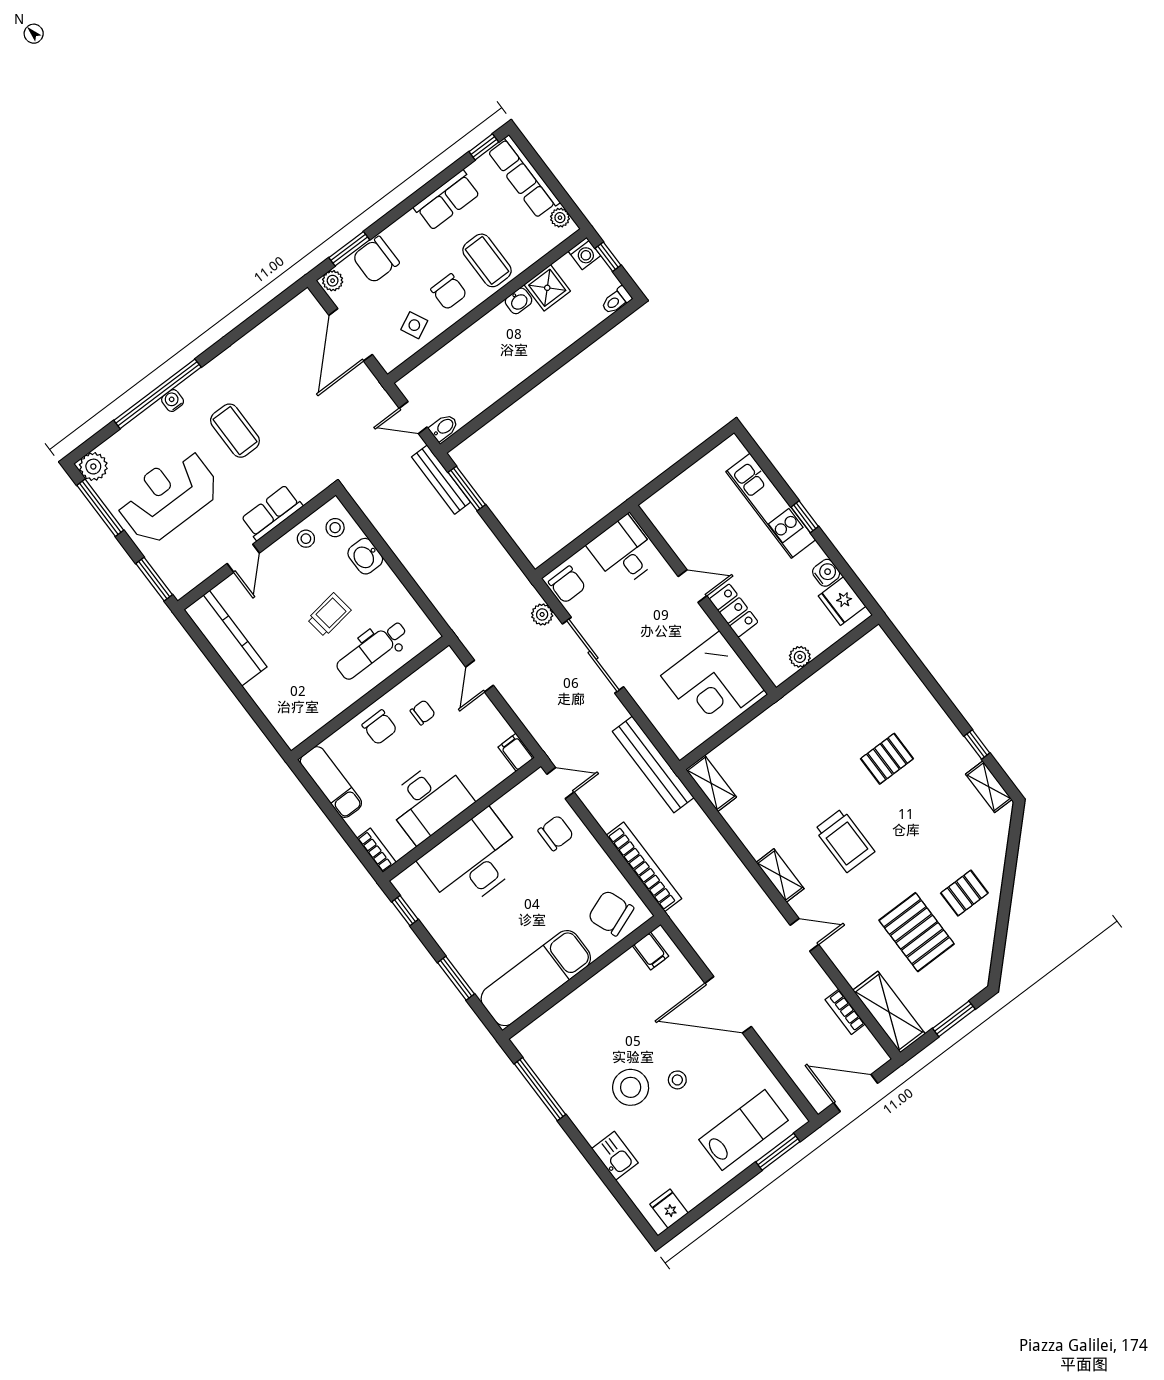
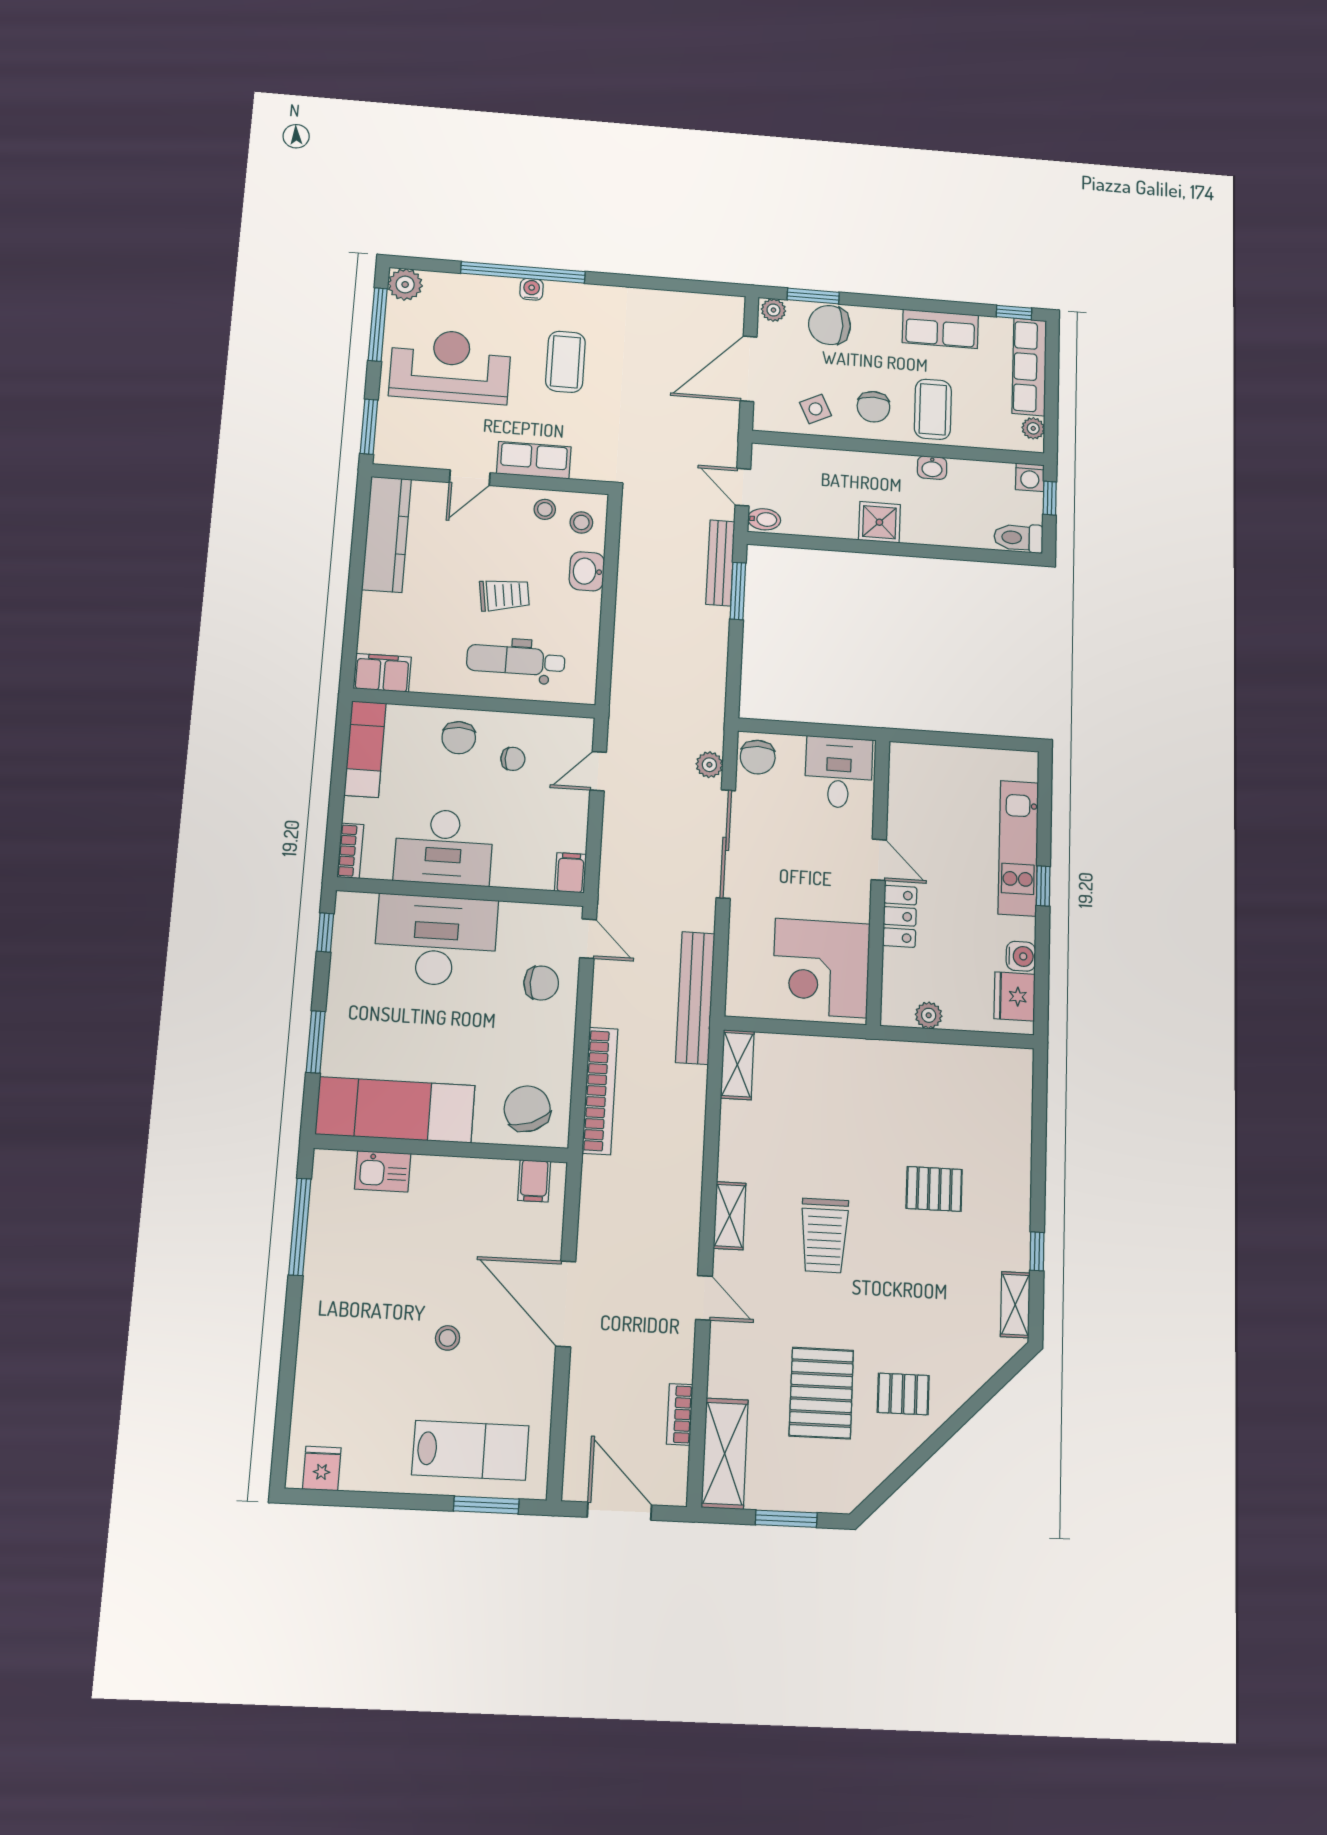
shower: (547, 288) -> (879, 522), moved
toilet: (616, 300) -> (1018, 538), width x1.37, depth x1.39
filing cabinet: (300, 727) -> (382, 673), added
stool: (631, 1087) -> (393, 1304), removed
kitchen sink: (615, 1156) -> (383, 1171), moved, turned 90

